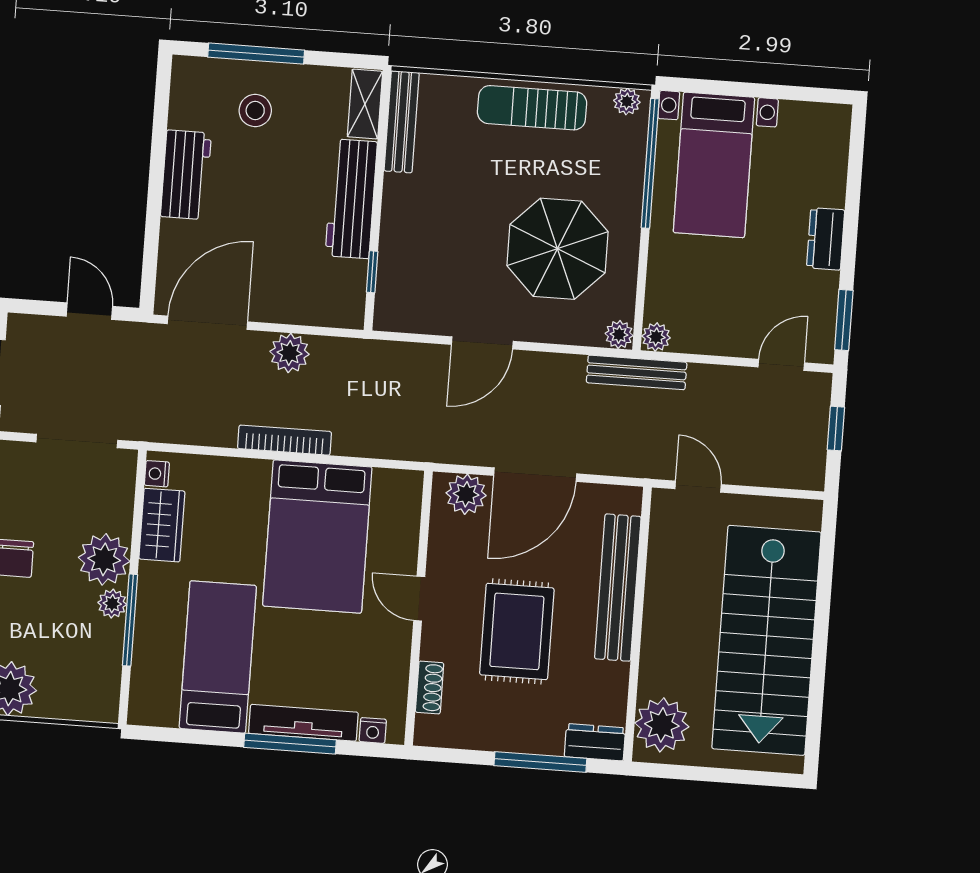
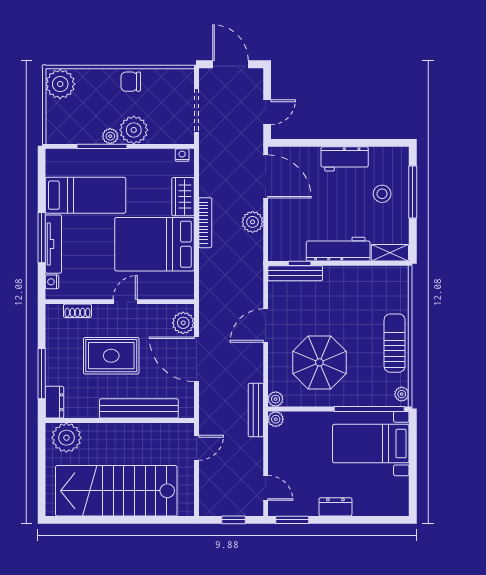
bench: (402, 122) -> (295, 273), moved
door: (482, 343) -> (266, 326), hinge flipped
wardrobe: (162, 525) -> (183, 197), moved, turned 90

